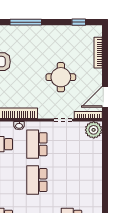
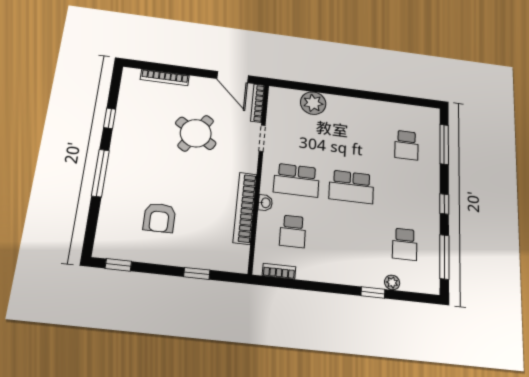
window: (79, 22) -> (110, 118), moved
round table: (61, 77) -> (196, 133), turned 33
plant: (94, 130) -> (313, 103), moved

